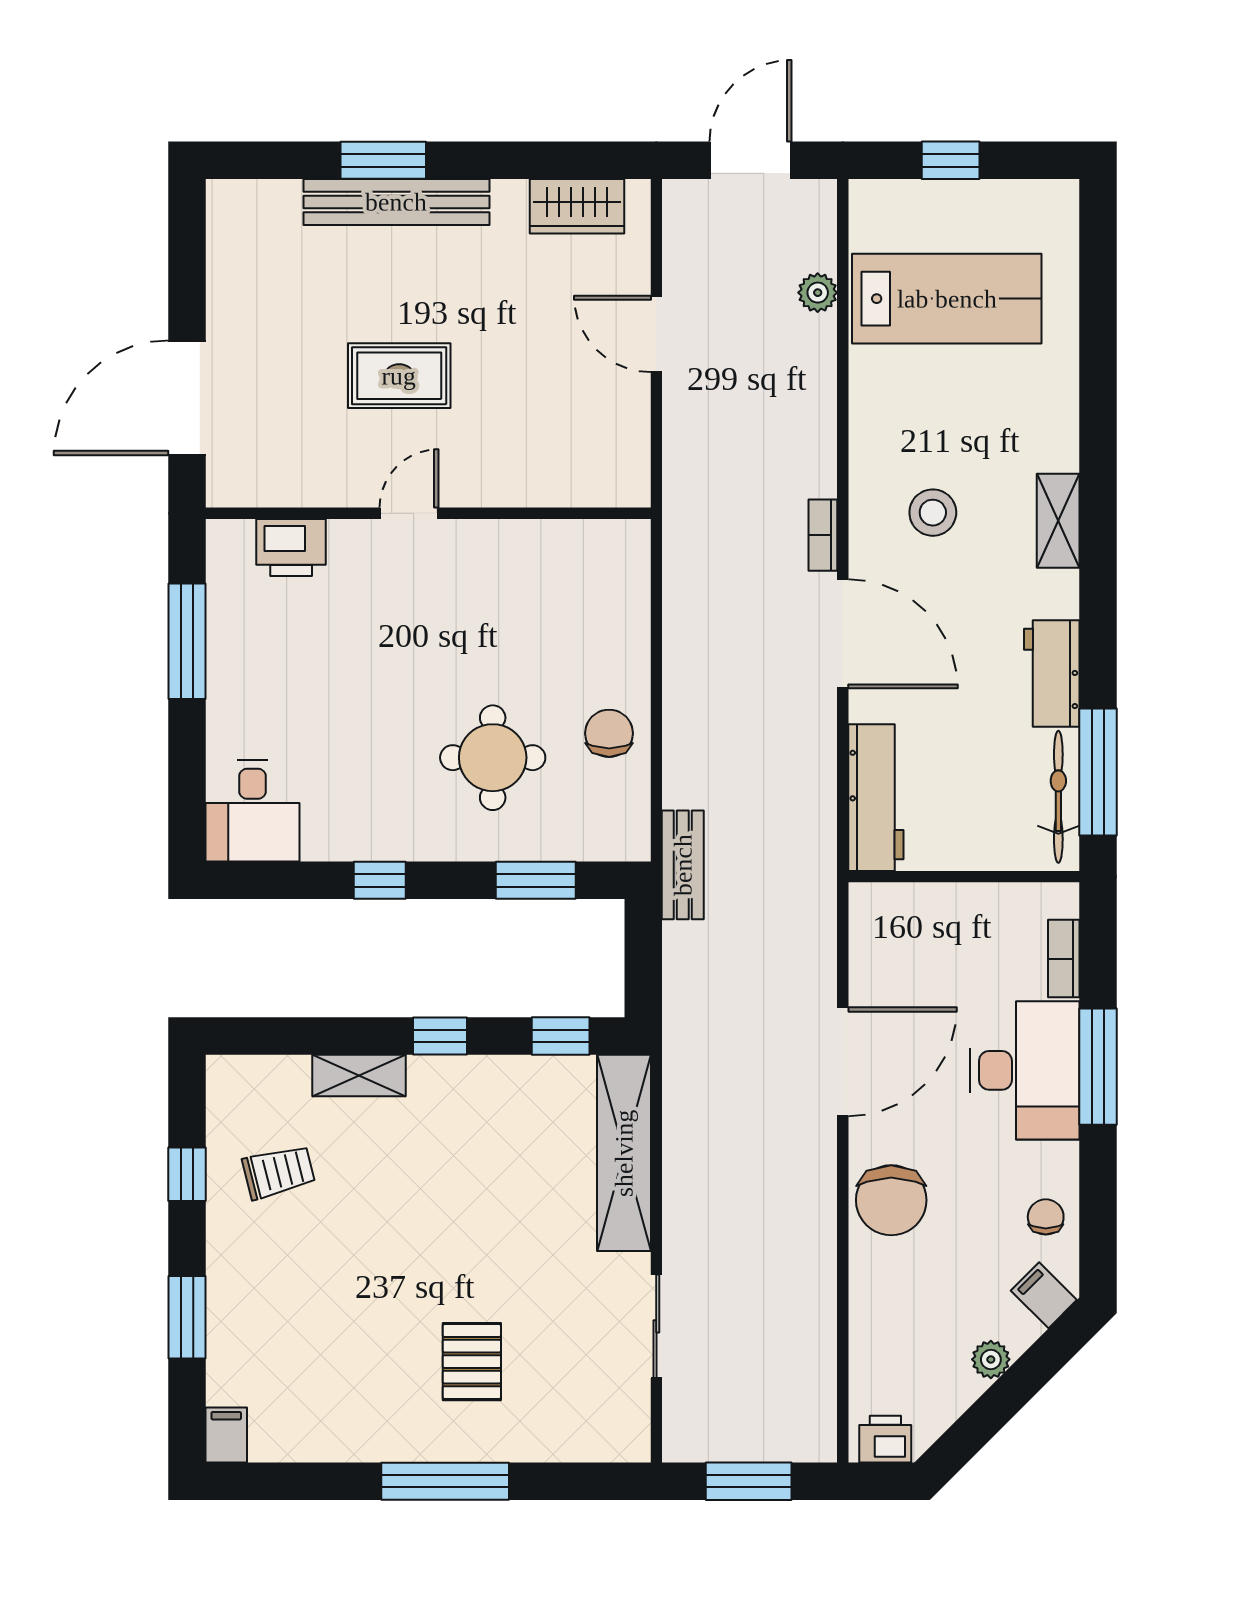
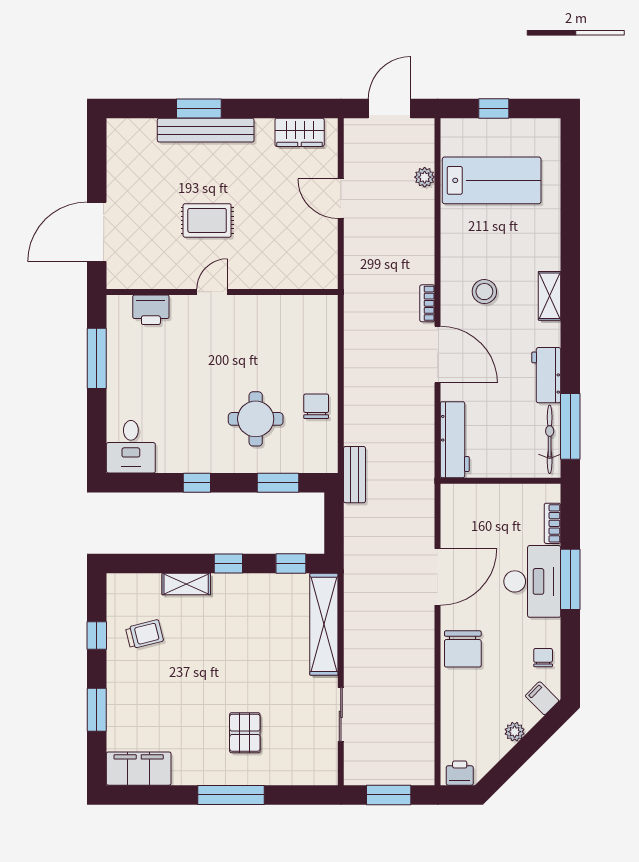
filing cabinet: (226, 1435) -> (139, 769), width x3.00, depth x1.17

